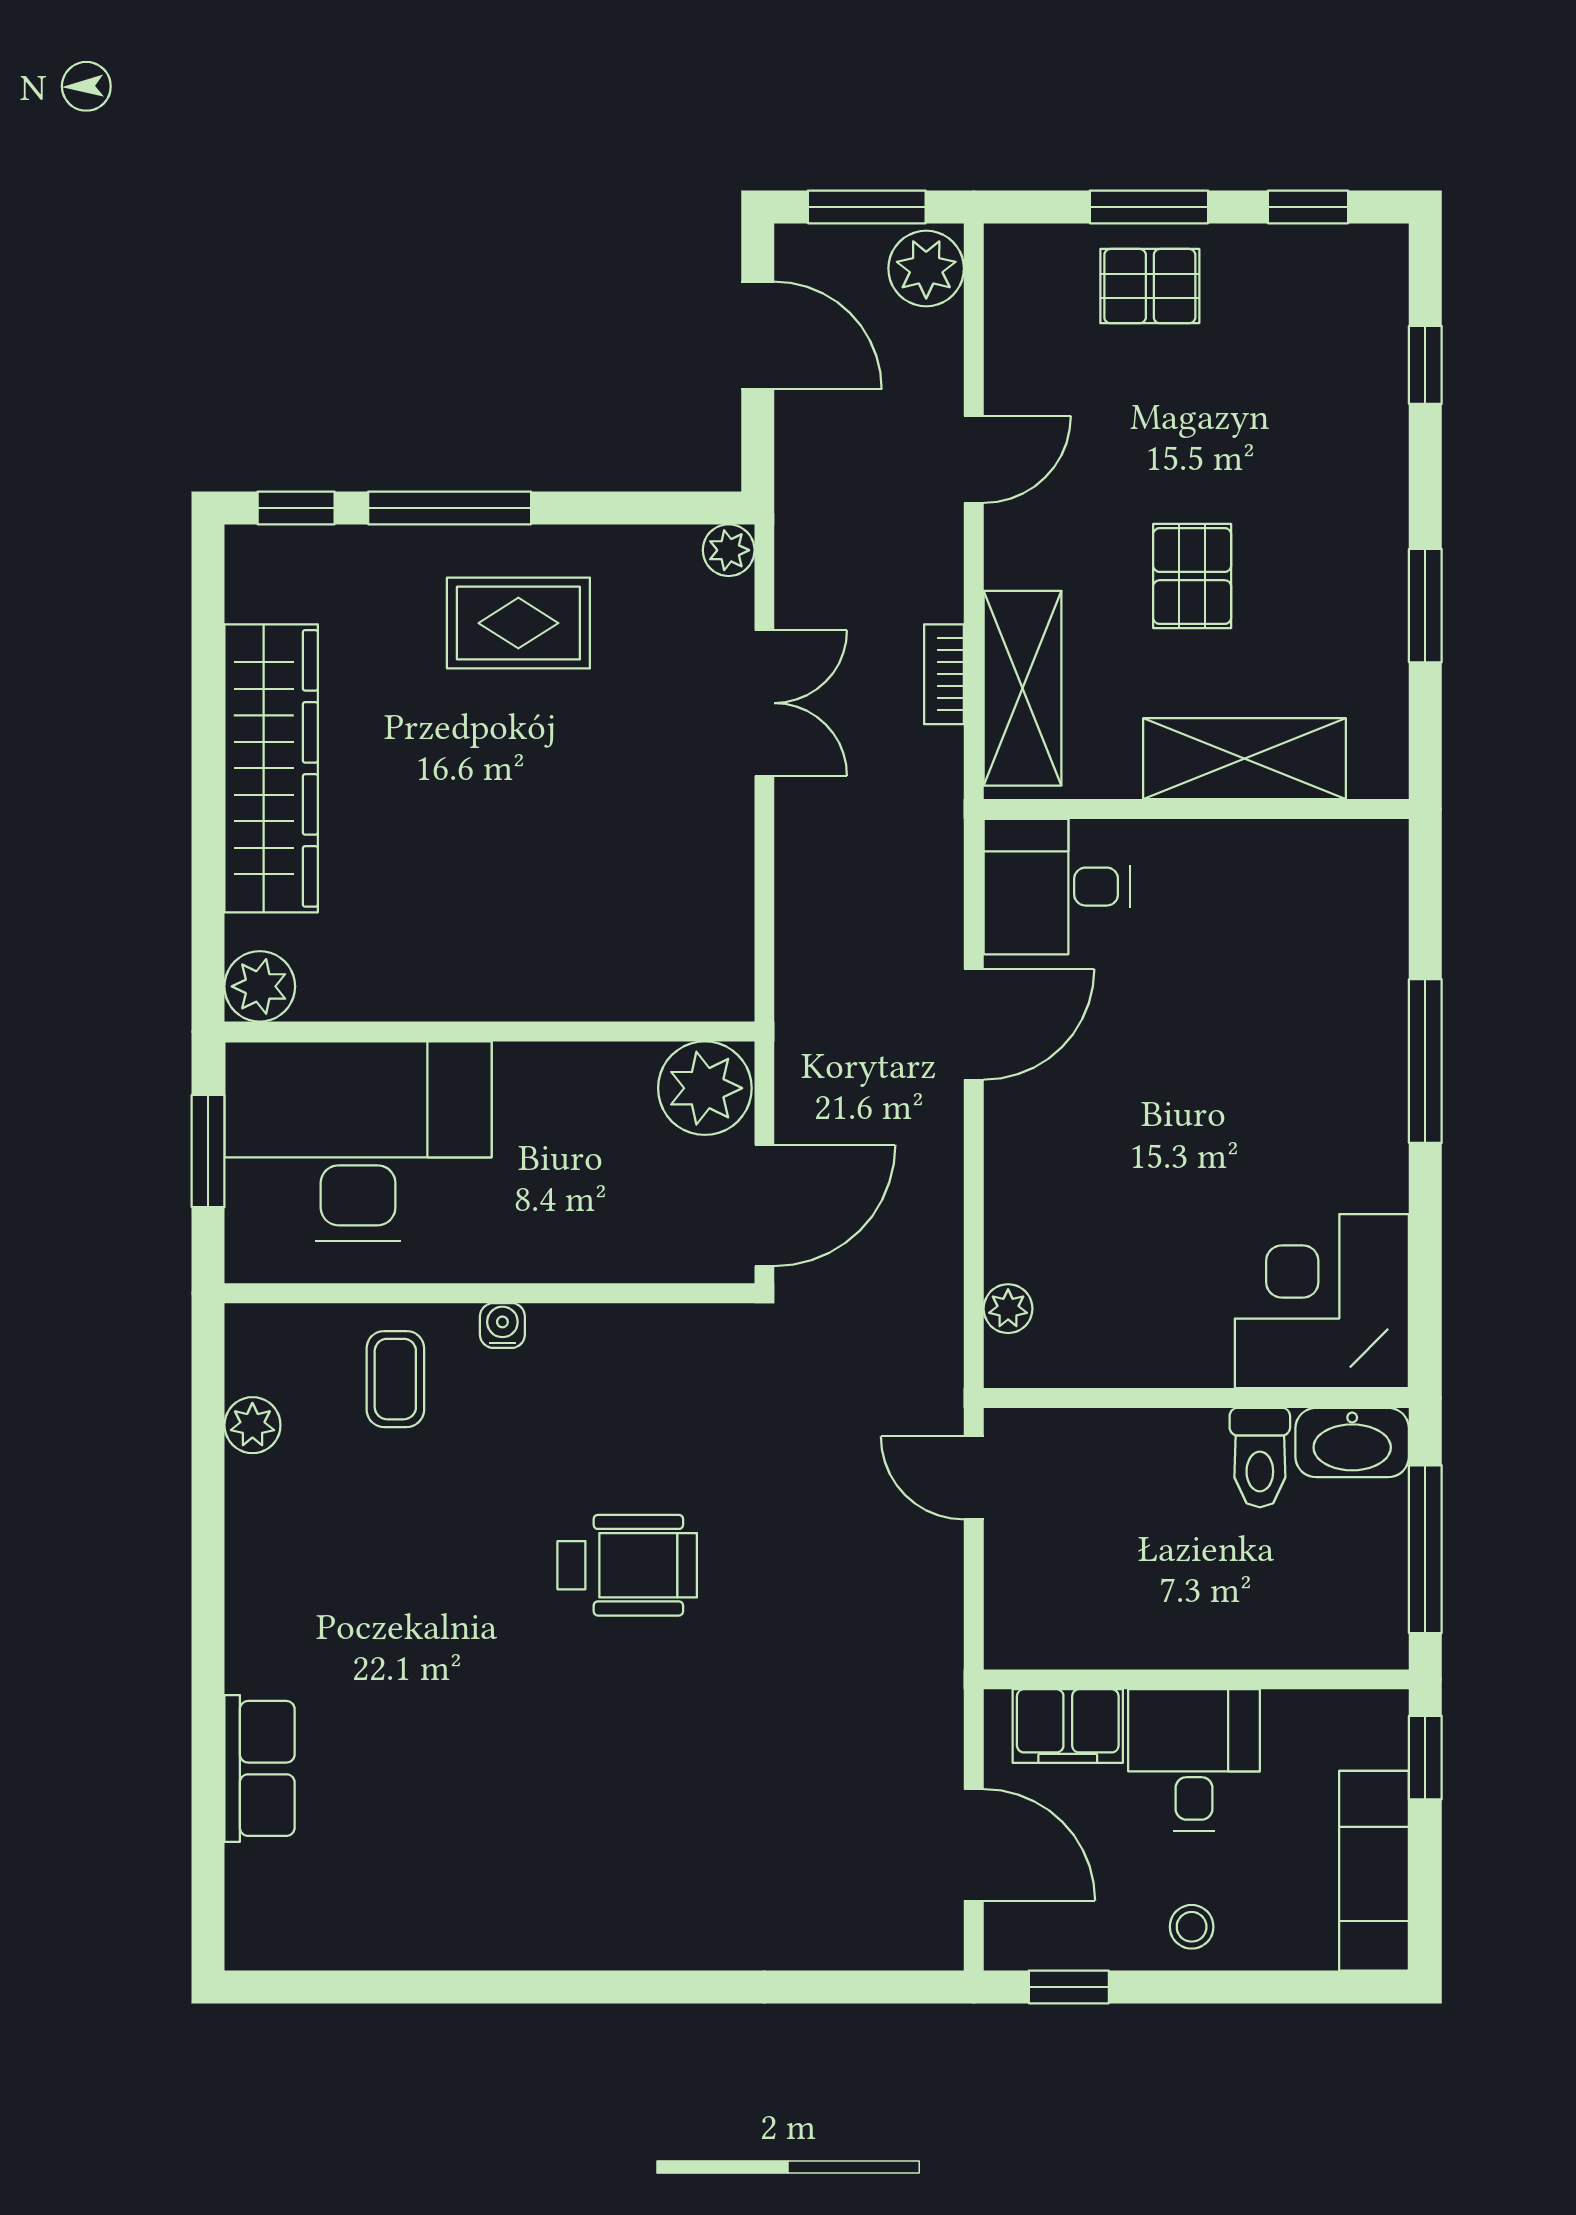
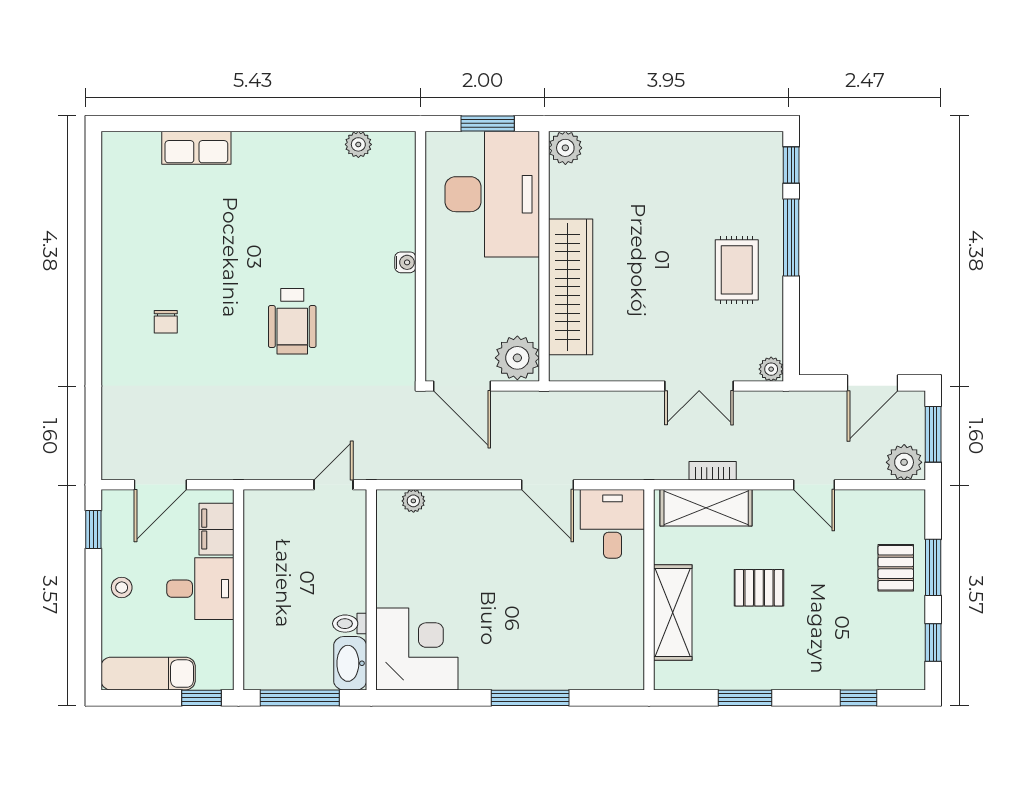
wardrobe: (271, 768) -> (571, 287), moved, turned -90
coffee table: (395, 1379) -> (380, 212), removed
toilet: (1260, 1458) -> (350, 624), width x0.73, depth x0.72
chair: (628, 1833) -> (166, 322), added

